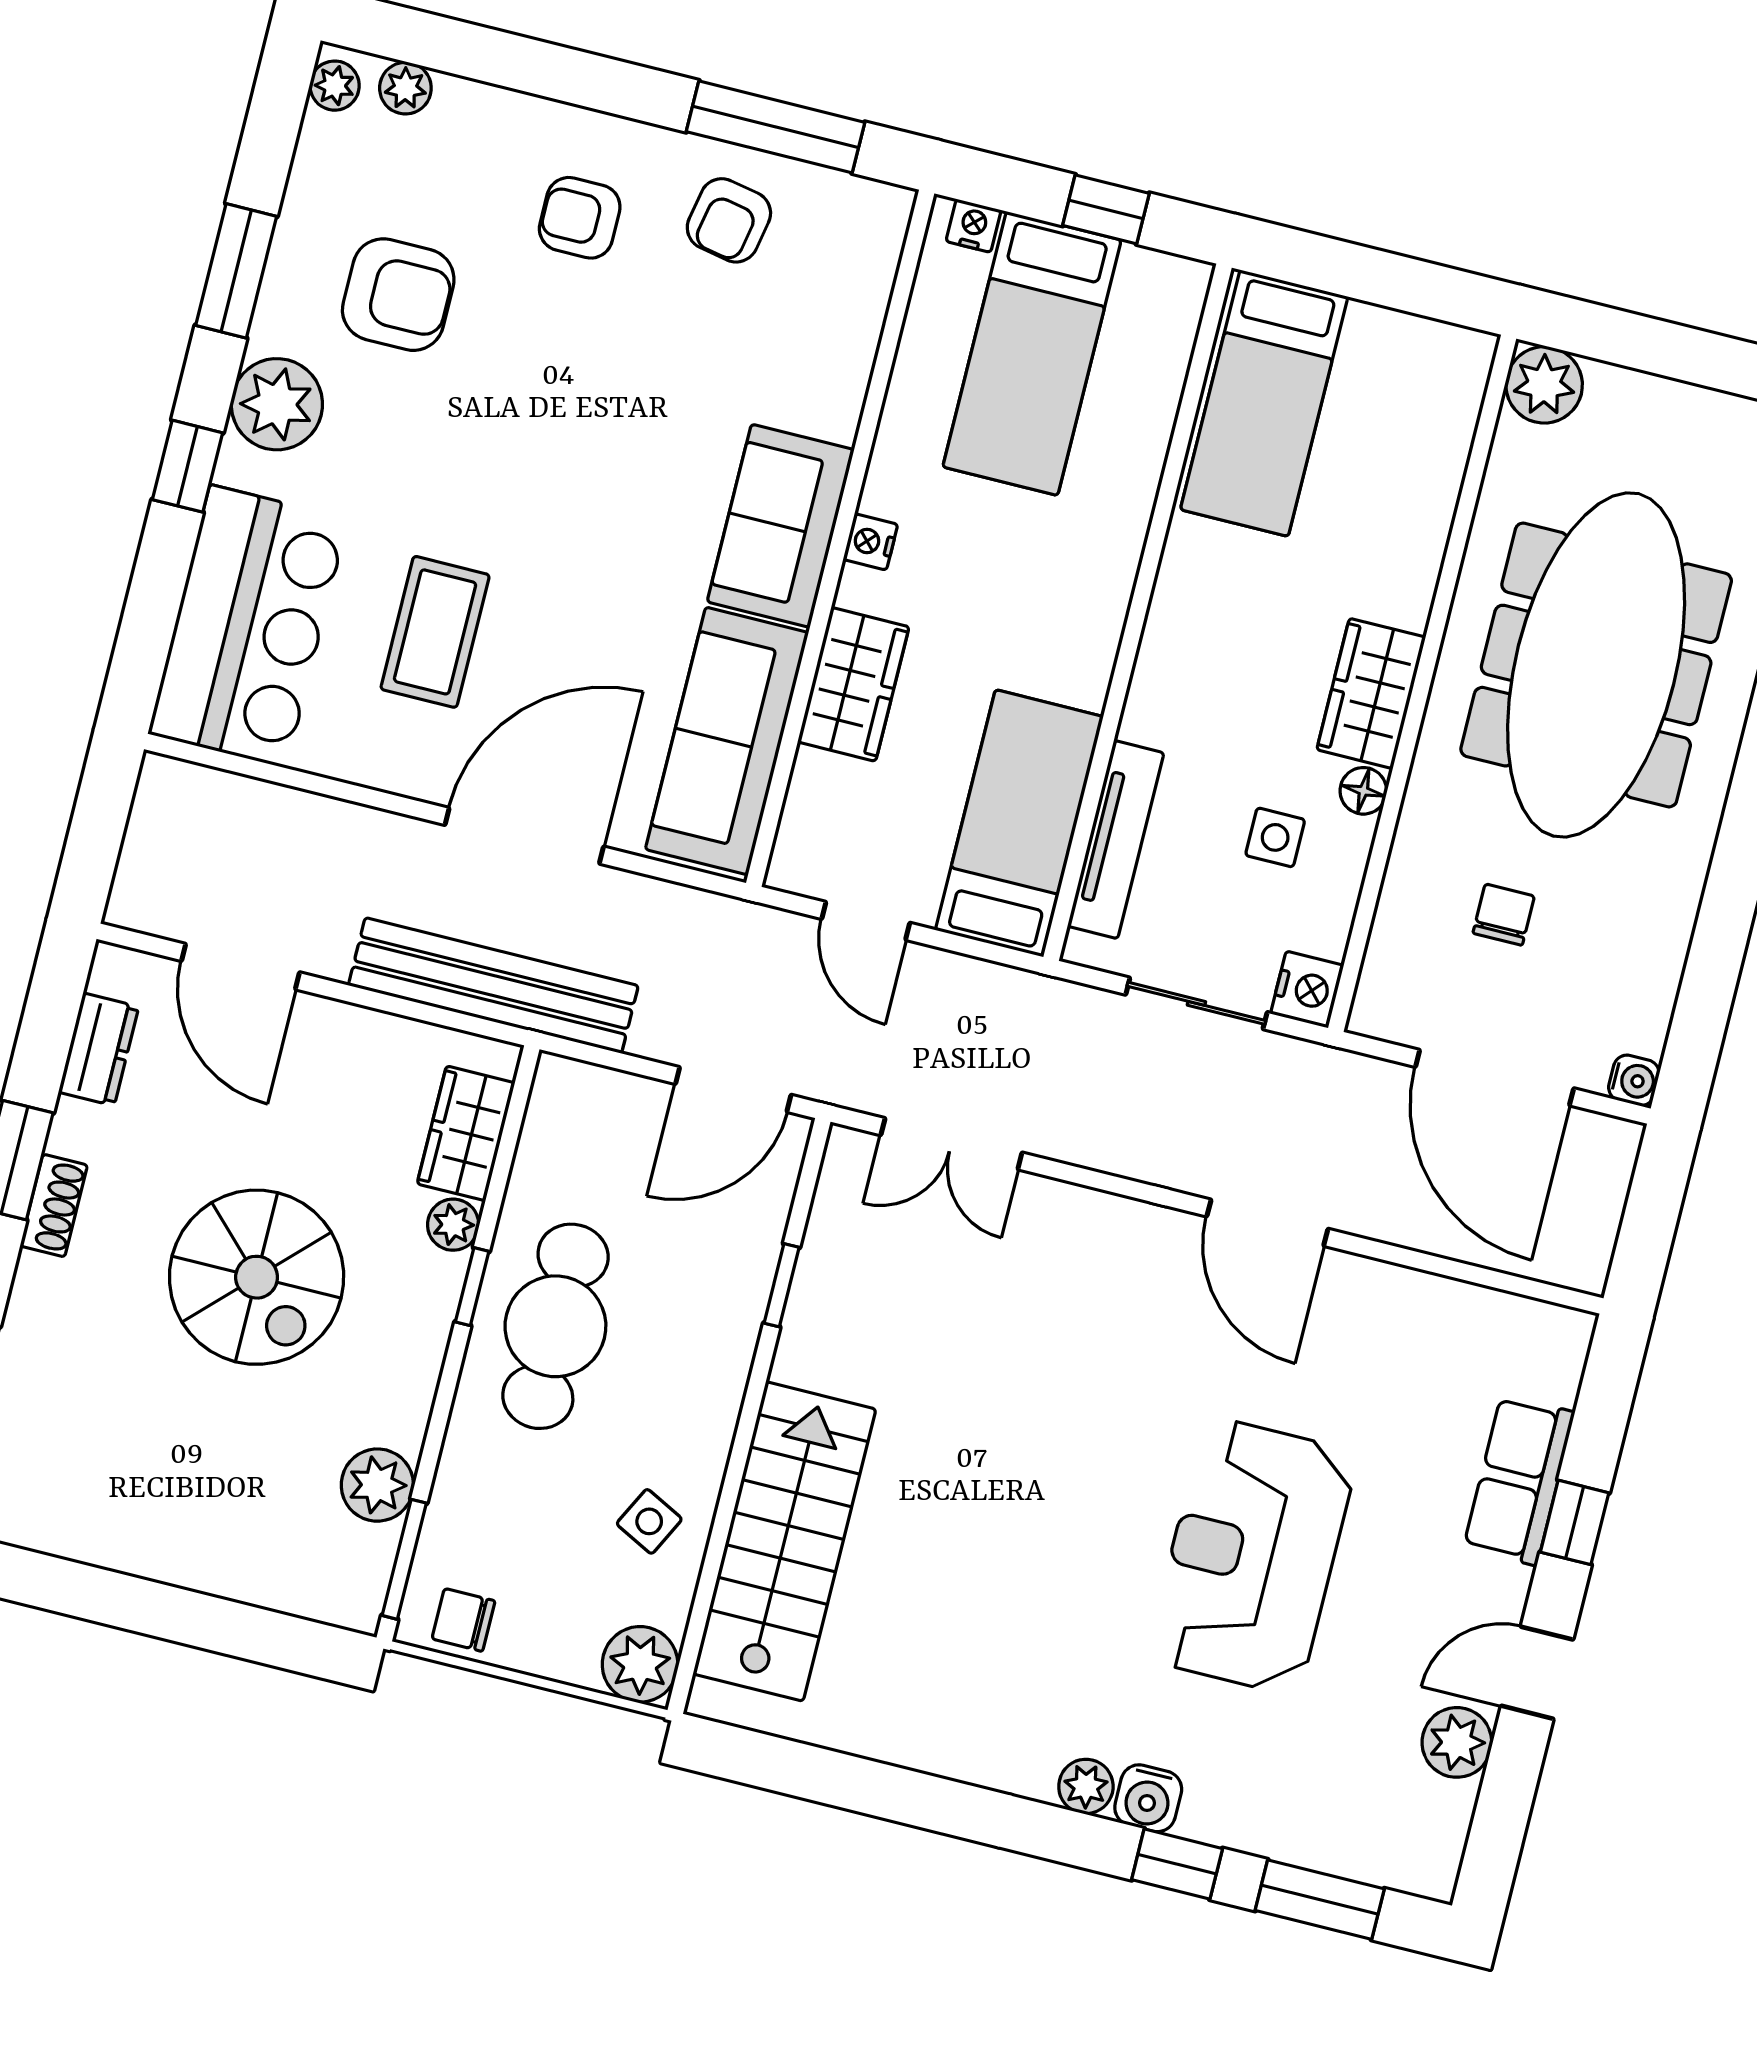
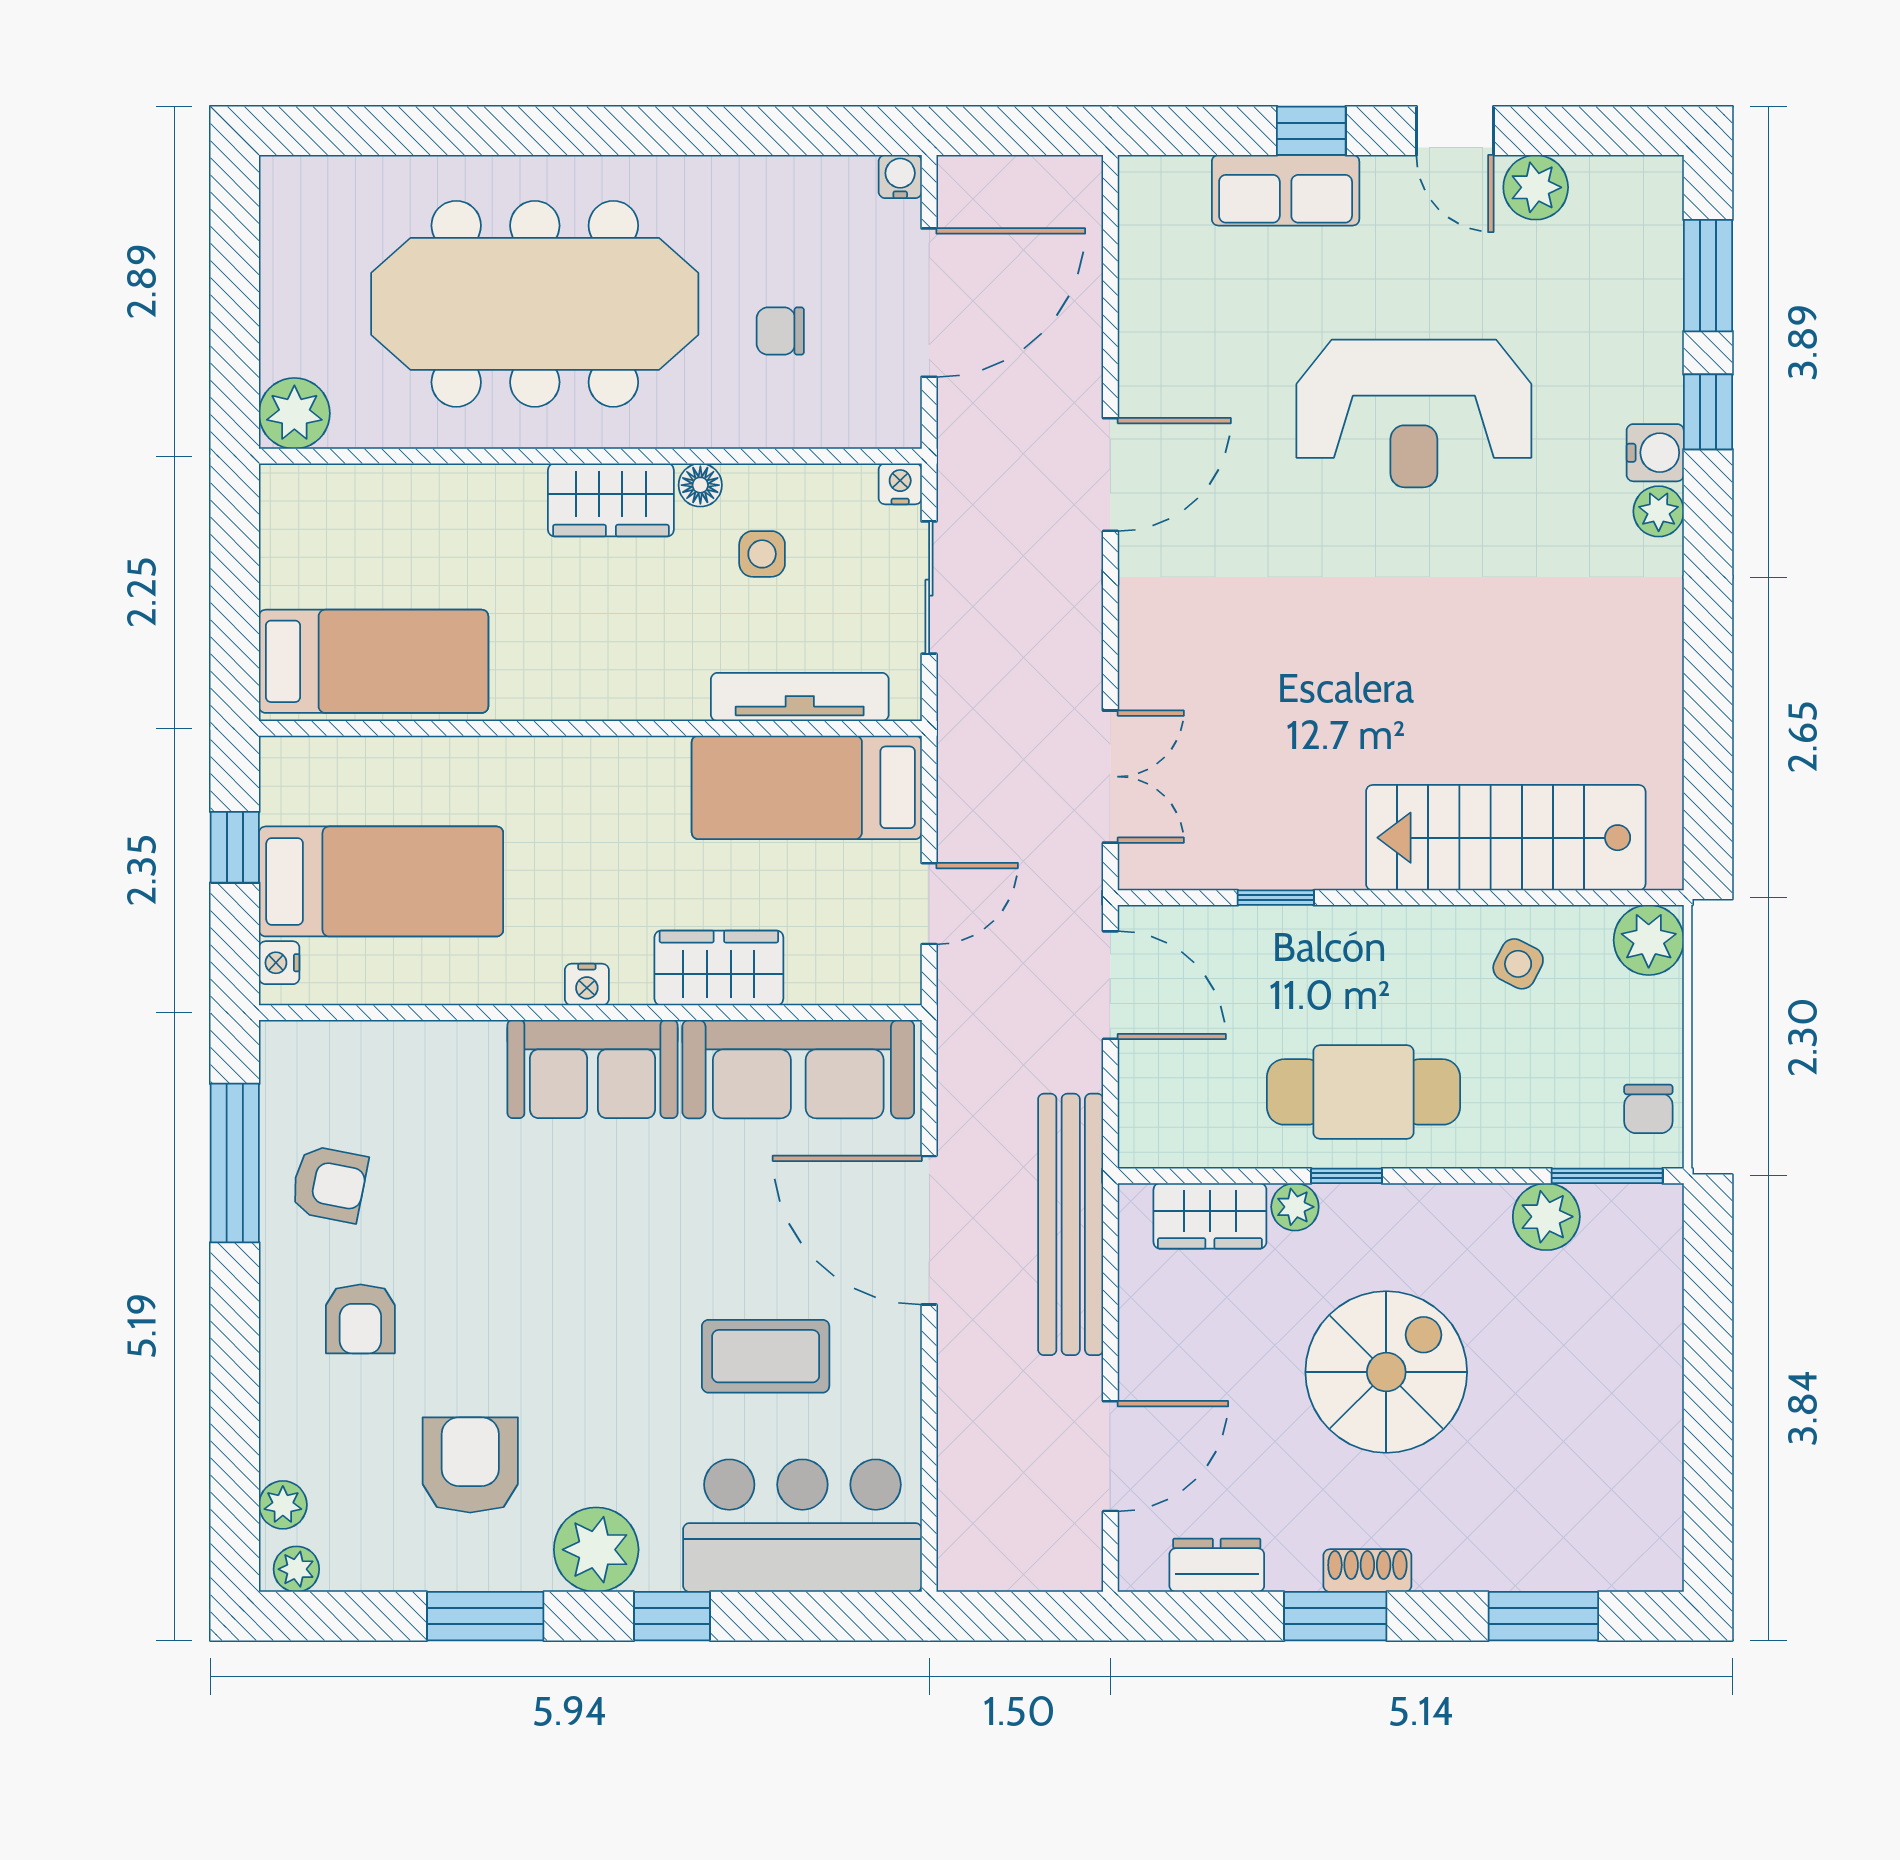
nightstand: (1307, 990) -> (900, 484), width x0.72, depth x0.74

